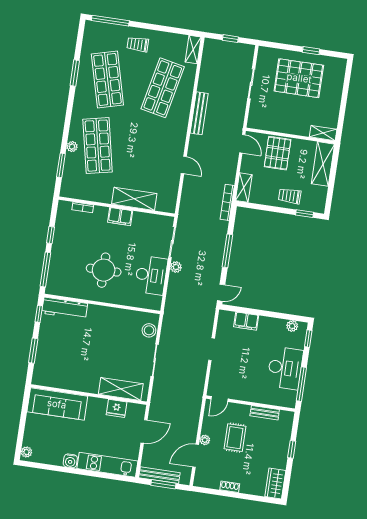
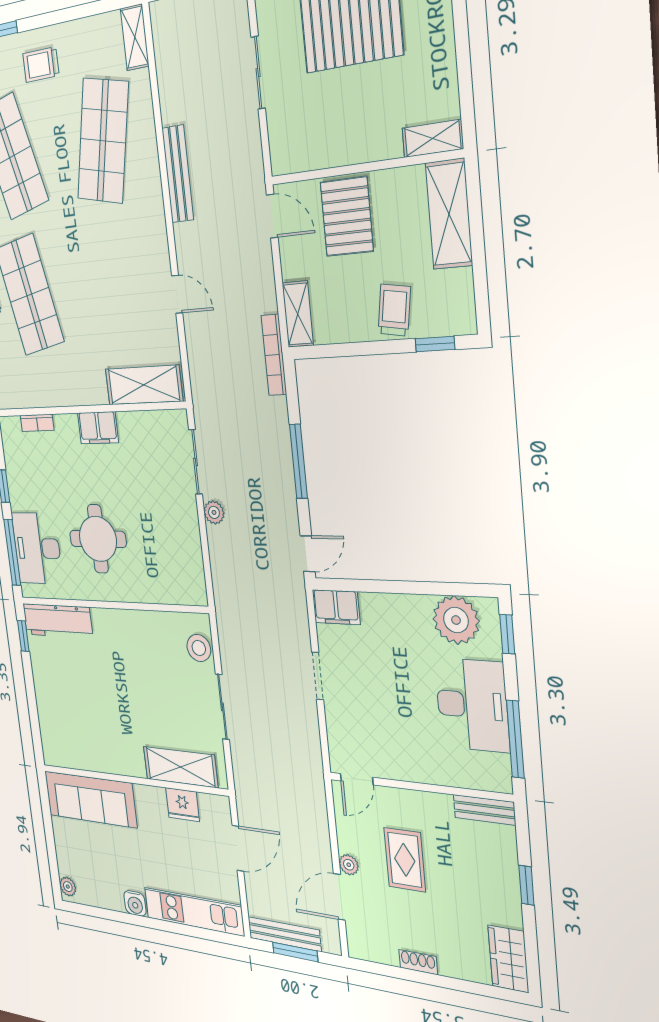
trolley: (290, 196) -> (394, 310), turned 99
shelving: (134, 199) -> (144, 385), moved
desk: (151, 275) -> (37, 548), moved, turned 180
filing cabinet: (246, 321) -> (336, 607), moved
plant: (292, 326) -> (456, 620), width x1.88, depth x1.88
window: (33, 351) -> (32, 704), removed
bench: (265, 413) -> (484, 810), moved

